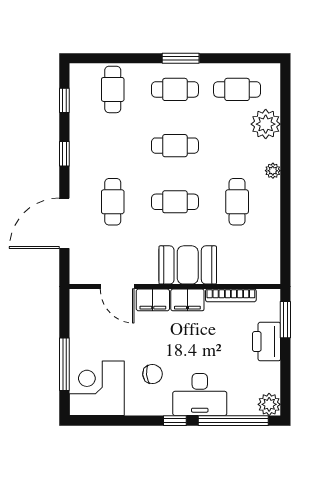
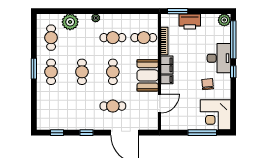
cafe table: (113, 89) -> (144, 38), moved
booth: (188, 265) -> (148, 75), moved
filing cabinet: (153, 300) -> (167, 79), width x0.50

